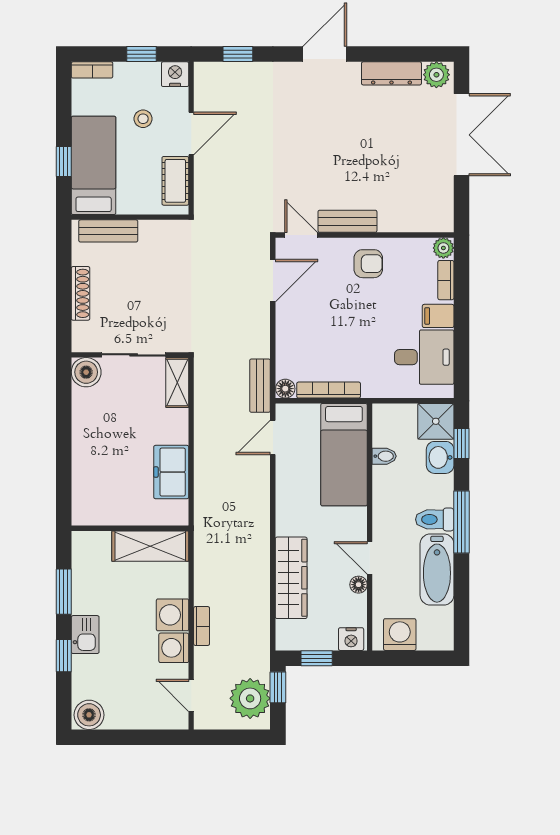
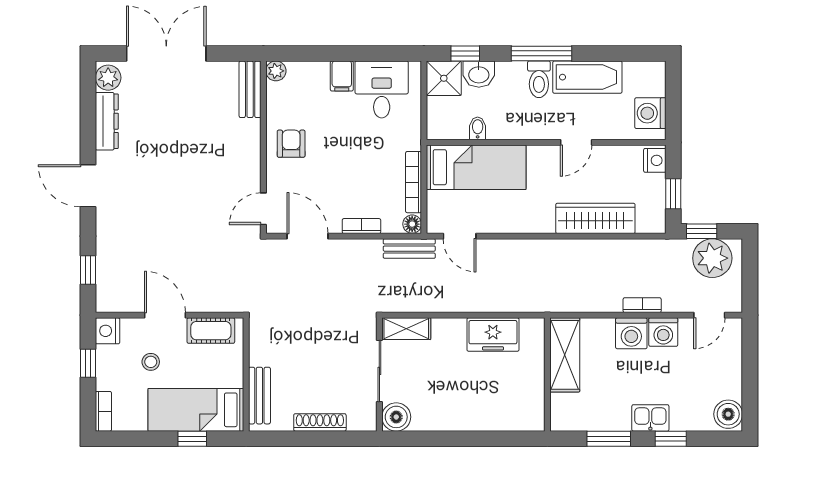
bench: (347, 221) -> (250, 89), moved
bookcase: (446, 280) -> (361, 226), moved, turned 180
floor lamp: (359, 585) -> (602, 153), removed

